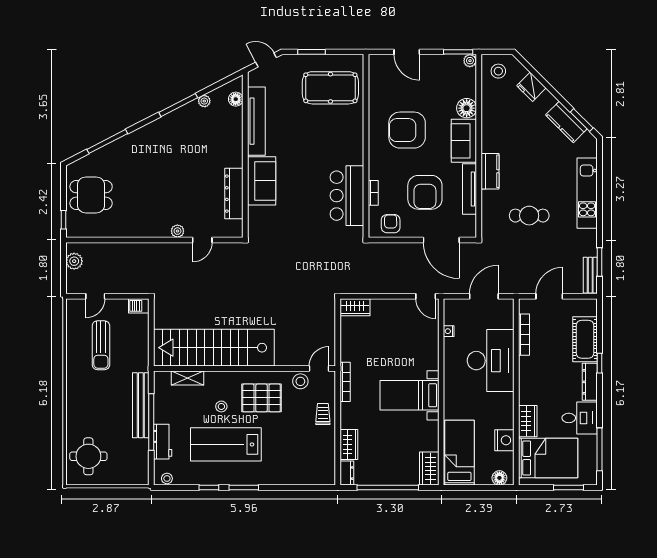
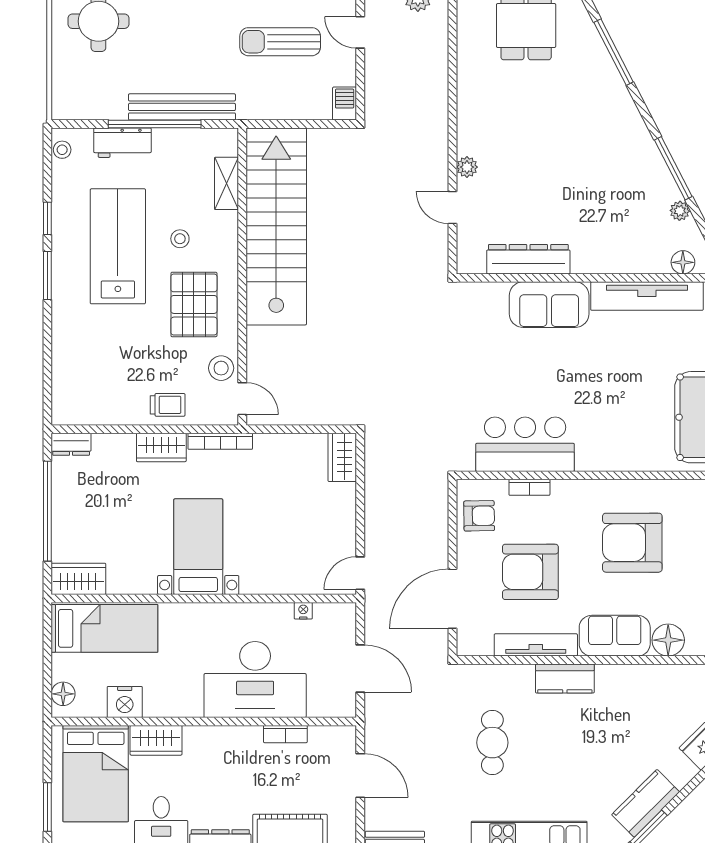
armchair: (407, 130) -> (632, 543), turned -90
bookcase: (524, 335) -> (285, 734), width x0.64
wardrobe: (349, 445) -> (161, 447), moved

